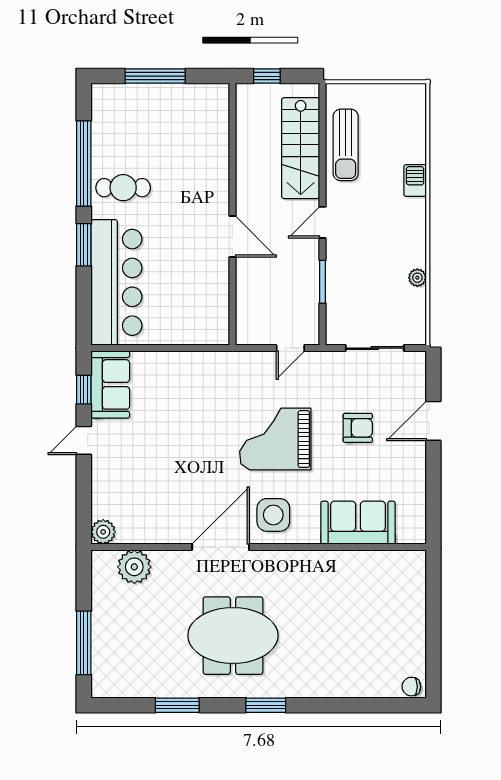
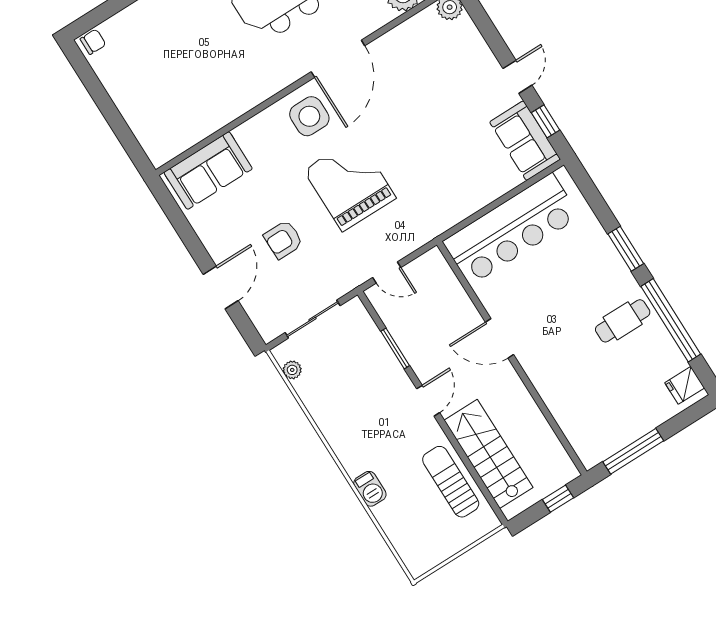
window: (155, 76) -> (633, 451), moved
fridge: (106, 103) -> (685, 385), added
plant: (417, 278) -> (292, 370), moved
bar counter: (116, 282) -> (511, 229), moved, turned -90
door: (290, 348) -> (387, 272), swing flipped
grand piano: (275, 439) -> (350, 184), turned -90
sofa: (358, 523) -> (208, 170), moved

